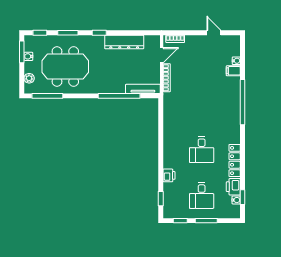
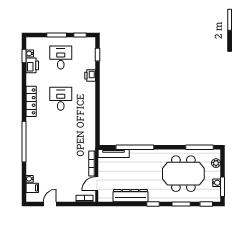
door: (214, 33) -> (50, 204), swing flipped
filing cabinet: (233, 71) -> (32, 188), moved
locker: (235, 161) -> (31, 101), moved

